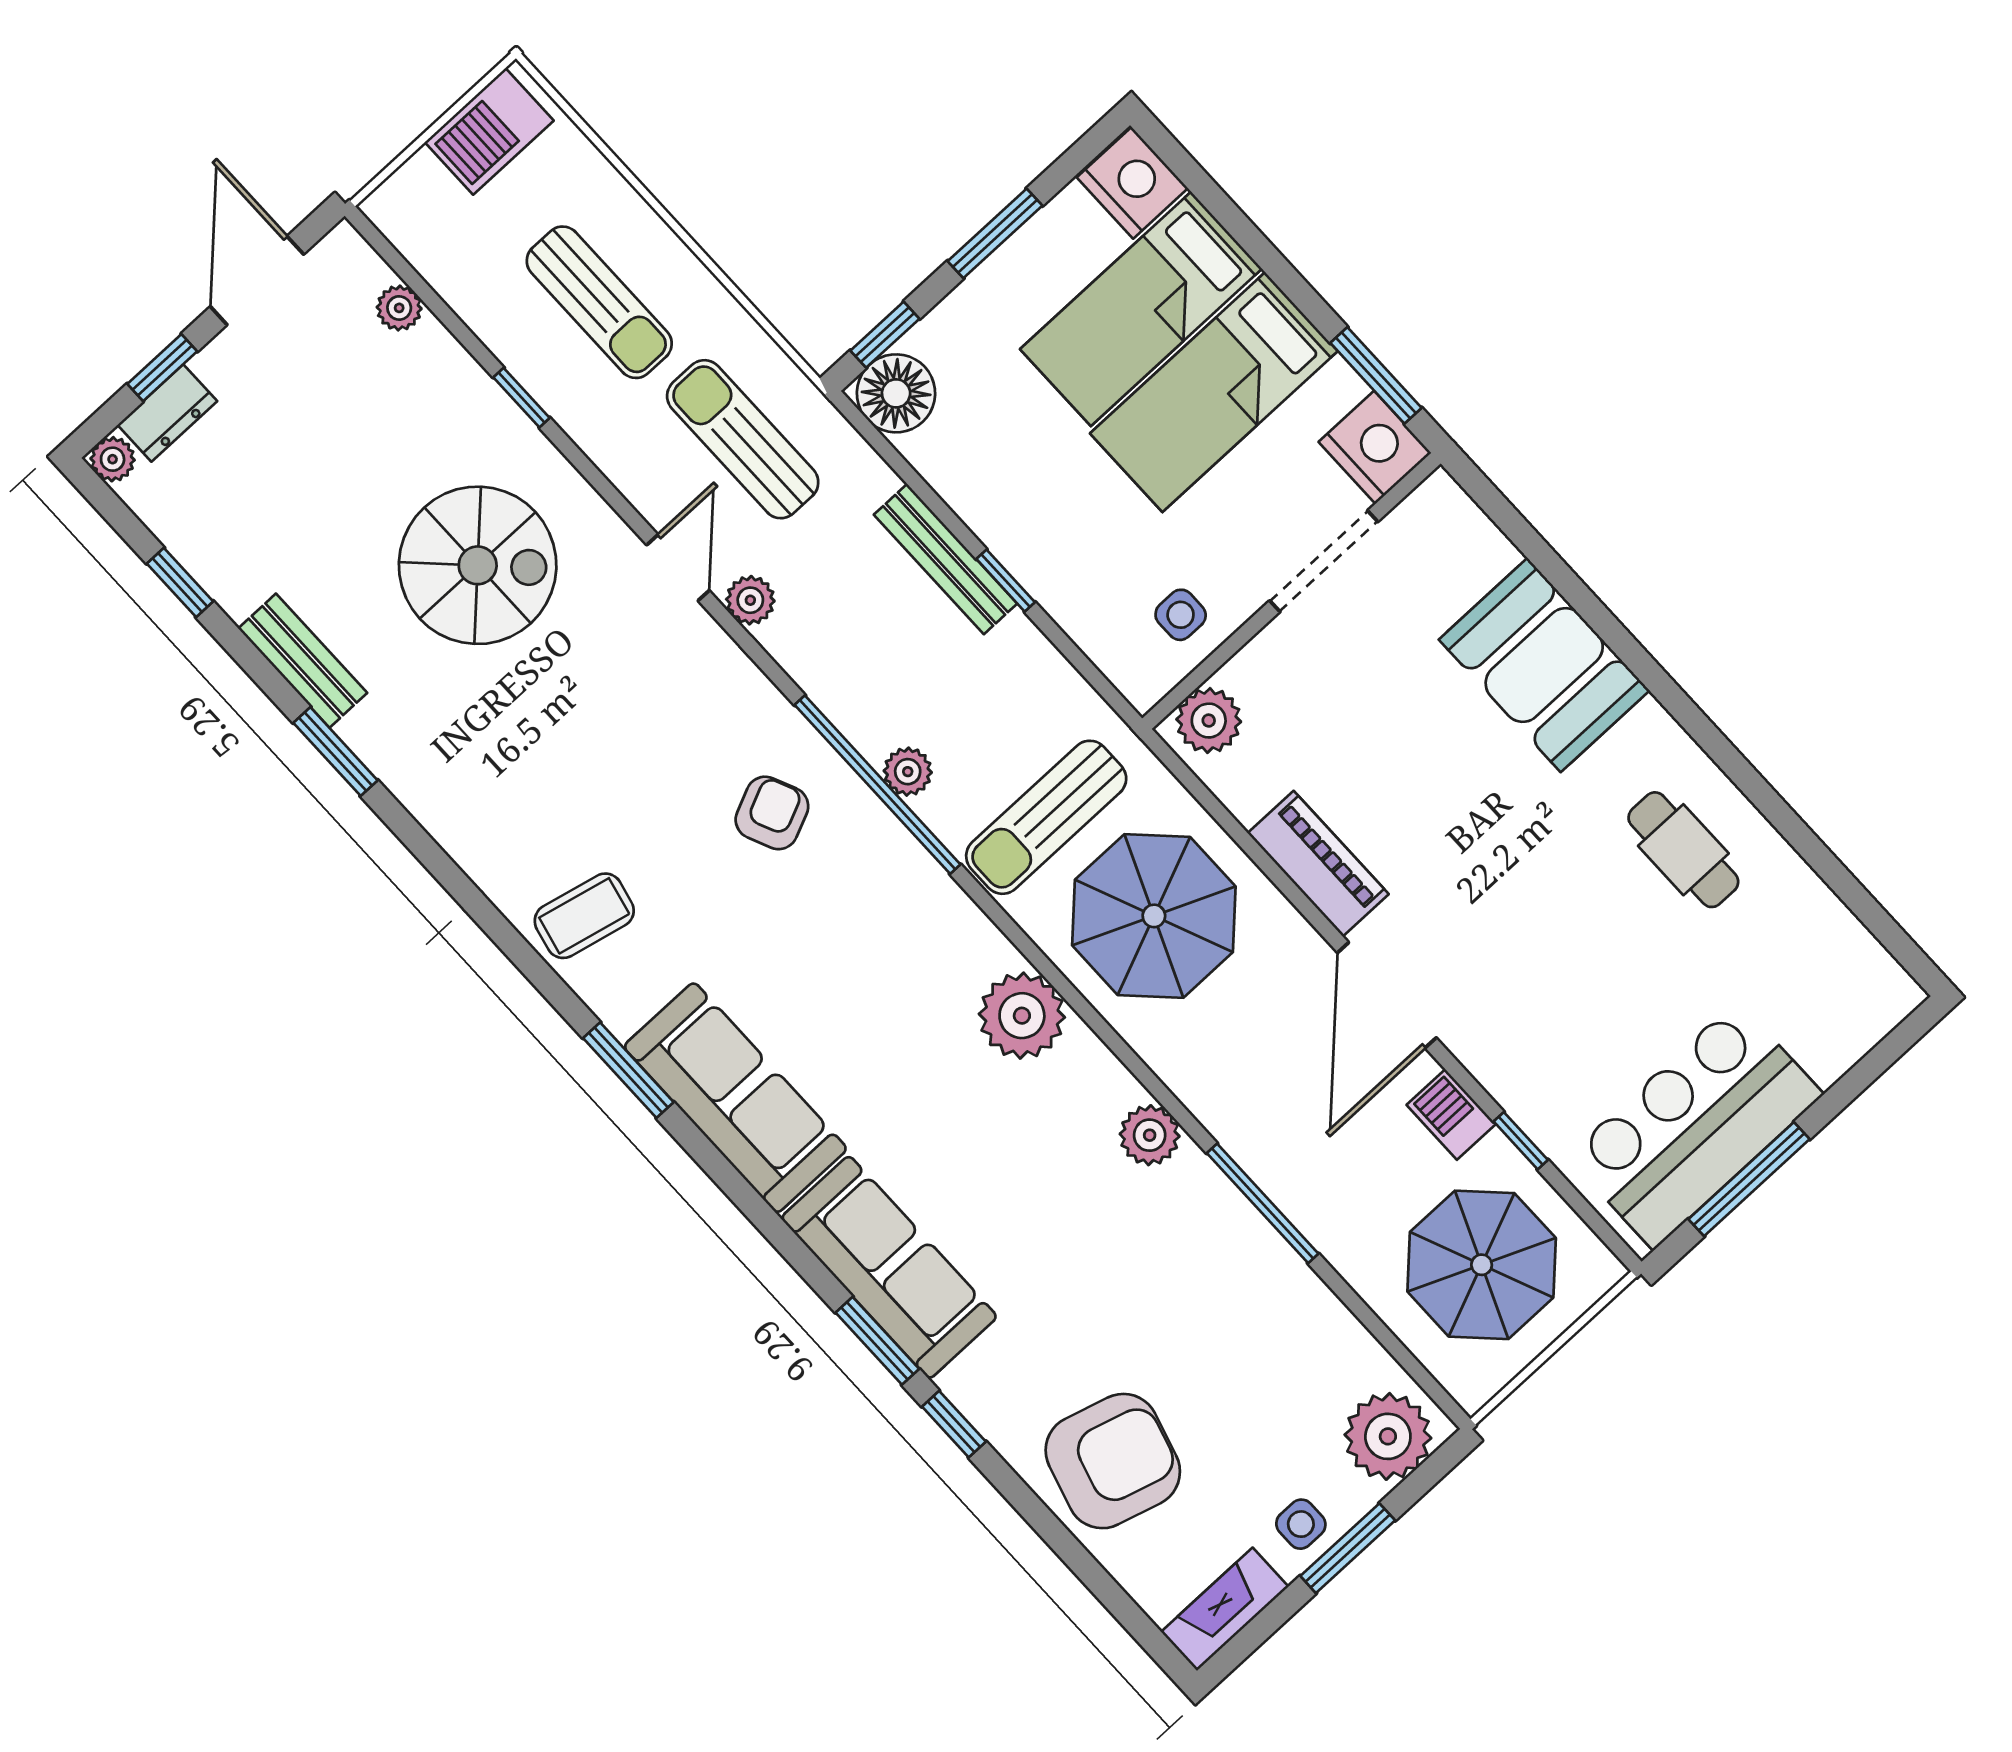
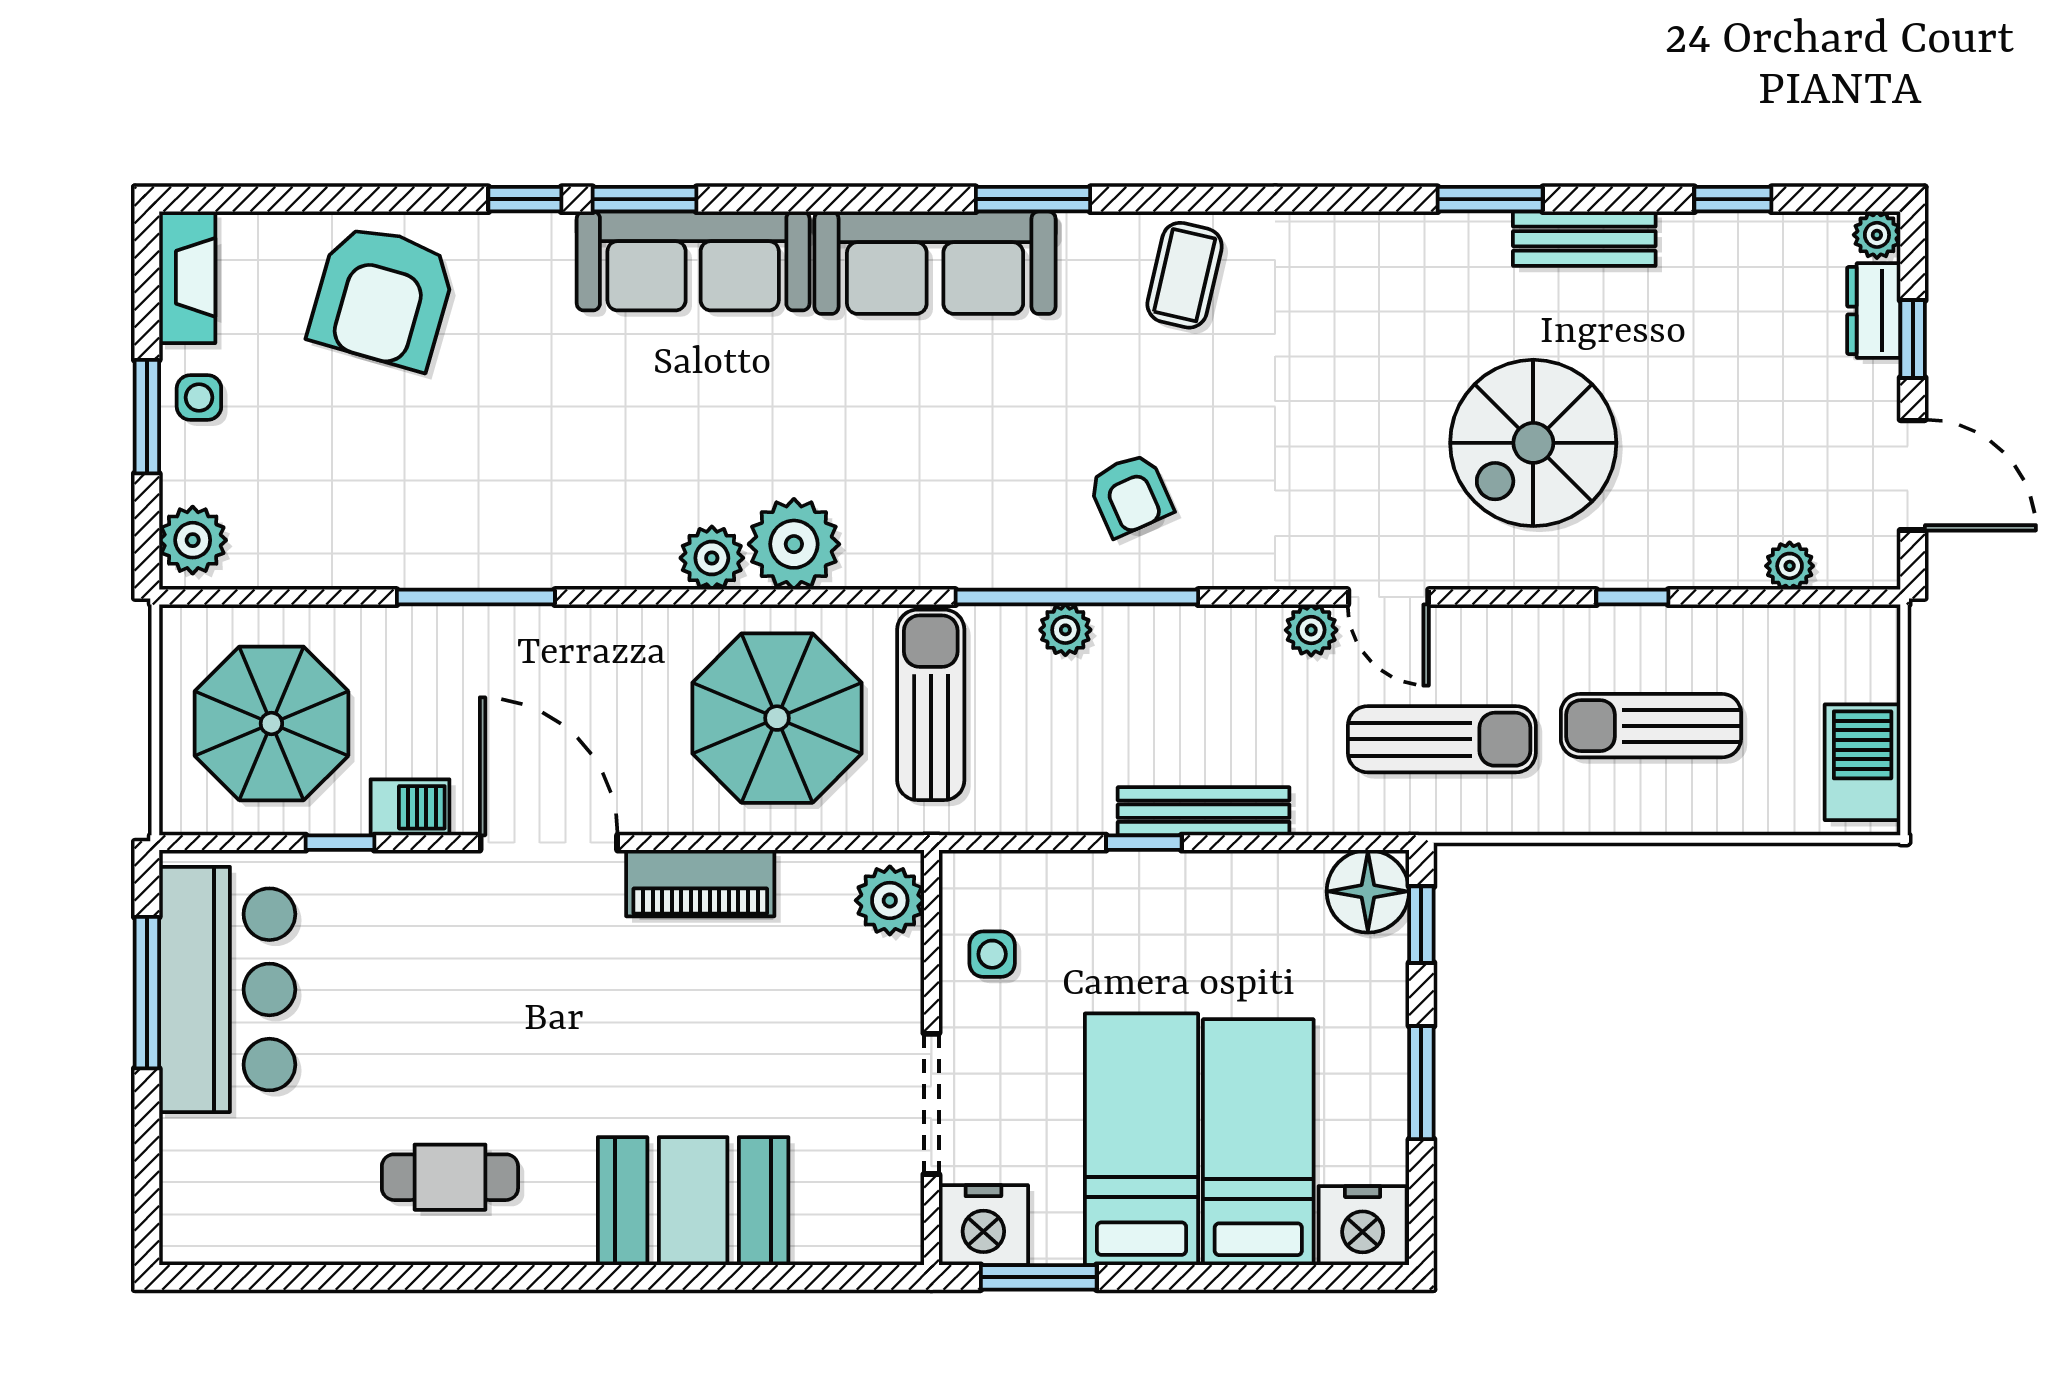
plant: (1150, 1135) -> (712, 558), moved
plant: (1388, 1436) -> (193, 540), width x0.73, depth x0.73

